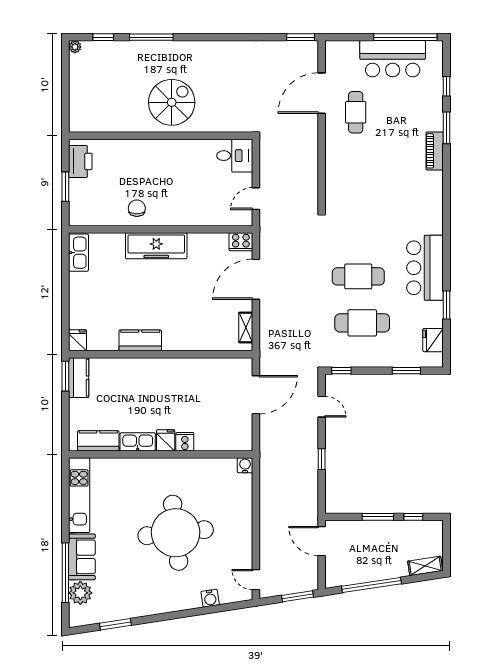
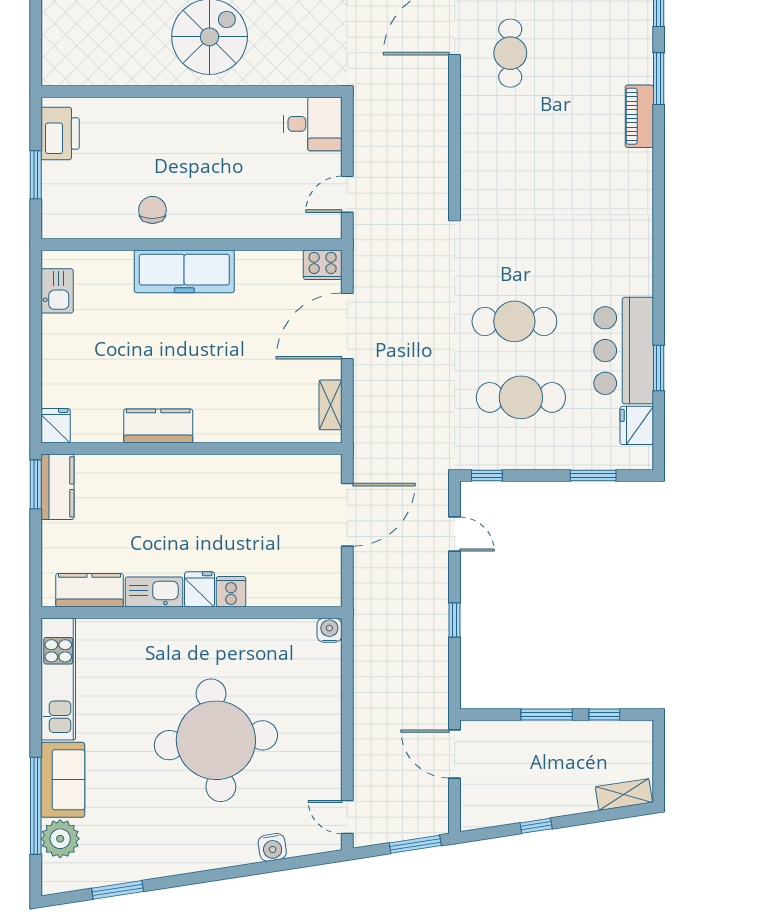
kitchen sink: (78, 253) -> (57, 291), width x0.73
bar counter: (425, 268) -> (624, 351), moved
window: (372, 585) -> (536, 826), width x0.32

